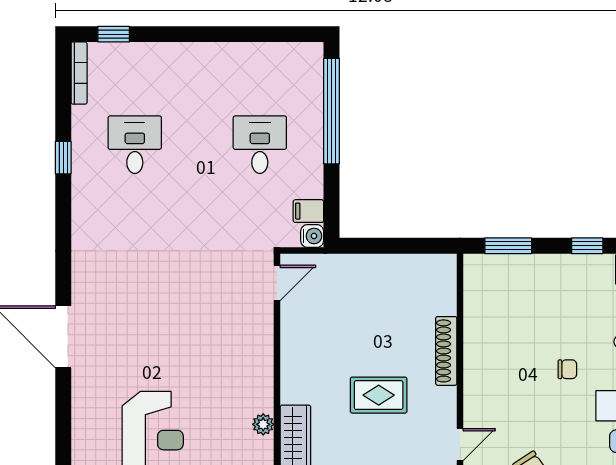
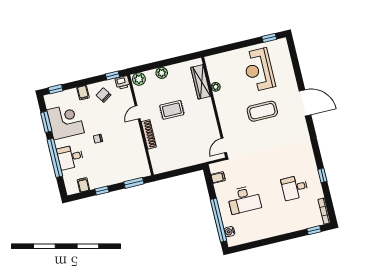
desk: (135, 145) -> (295, 188), turned 90
desk: (260, 145) -> (244, 200), width x1.37
water cooler: (312, 236) -> (229, 232), moved
coffee table: (168, 341) -> (262, 111), added
door: (460, 445) -> (138, 112), moved

